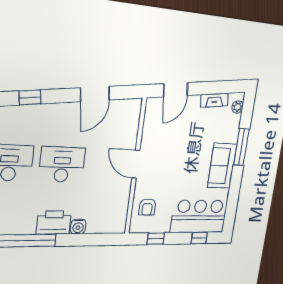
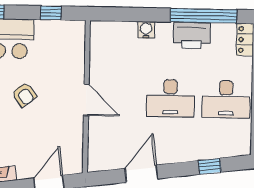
armchair: (147, 207) -> (24, 95), moved, turned 143
printer: (54, 223) -> (192, 35), moved

